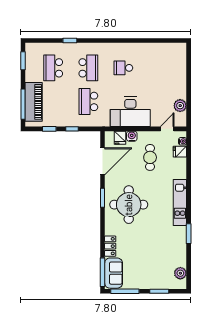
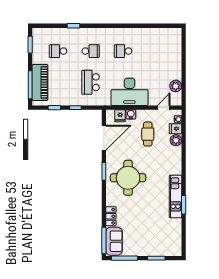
school desk: (53, 68) -> (58, 51), width x0.54
school desk: (88, 68) -> (91, 51), width x0.54
kitchen unit: (180, 203) -> (176, 196), moved
plant: (180, 273) -> (176, 140), moved

